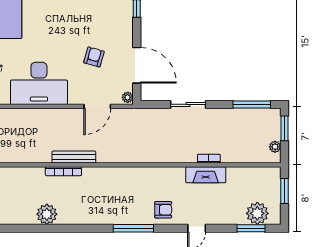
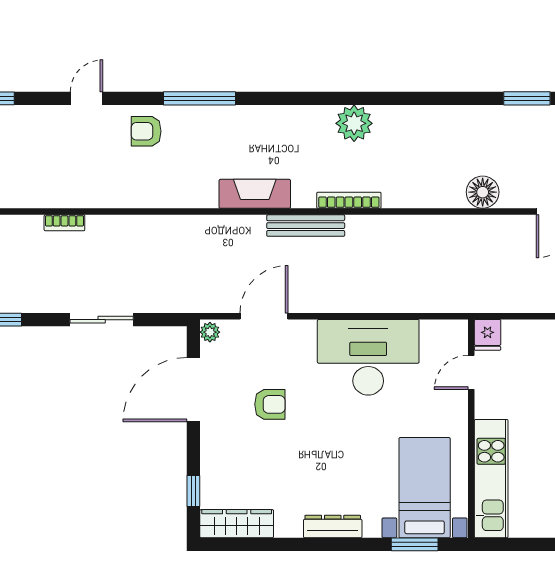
armchair: (94, 57) -> (270, 404), turned -106
door: (137, 65) -> (193, 390), hinge flipped
bookcase: (63, 171) -> (349, 200), moved
fireplace: (206, 175) -> (255, 194), moved

